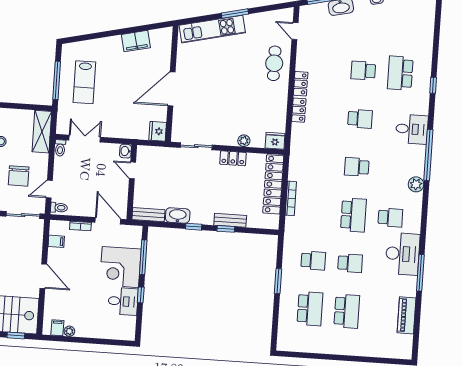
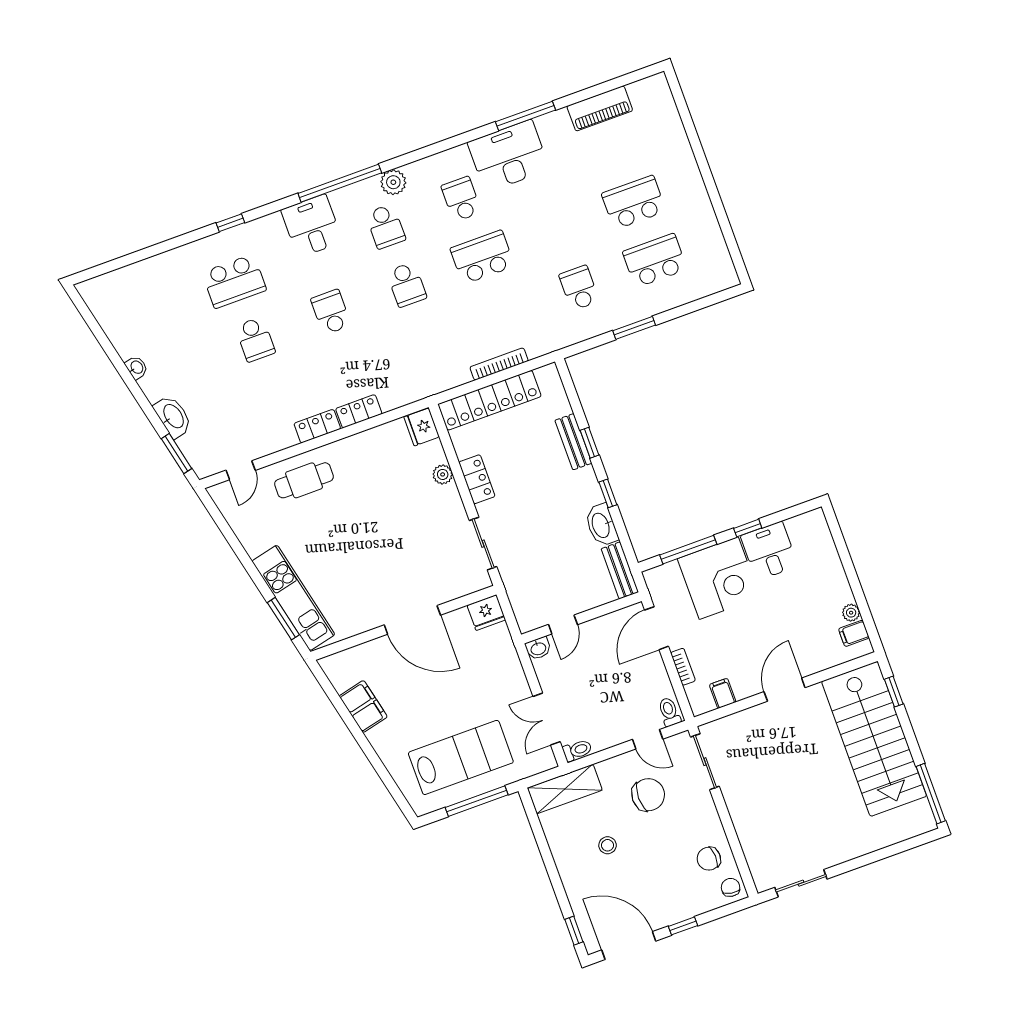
window: (235, 13) -> (283, 619), moved
lab bench: (84, 82) -> (461, 757), width x1.36, depth x1.39
school desk: (350, 263) -> (386, 226), moved, turned 180

